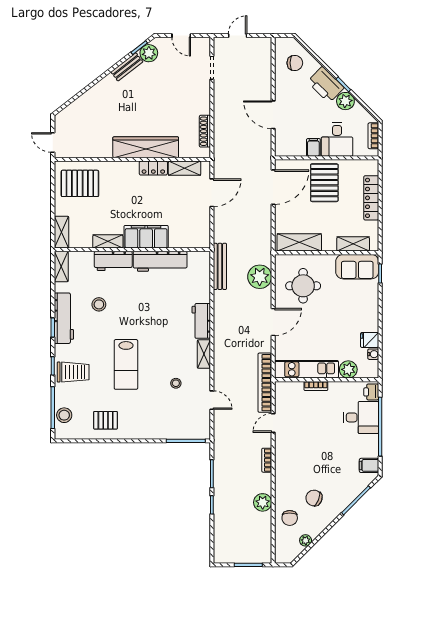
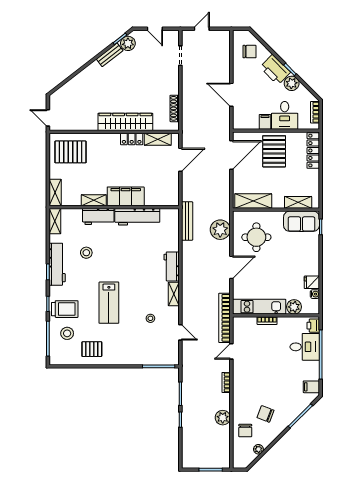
locker: (371, 198) -> (313, 151), moved
stool: (64, 415) -> (67, 333), moved

